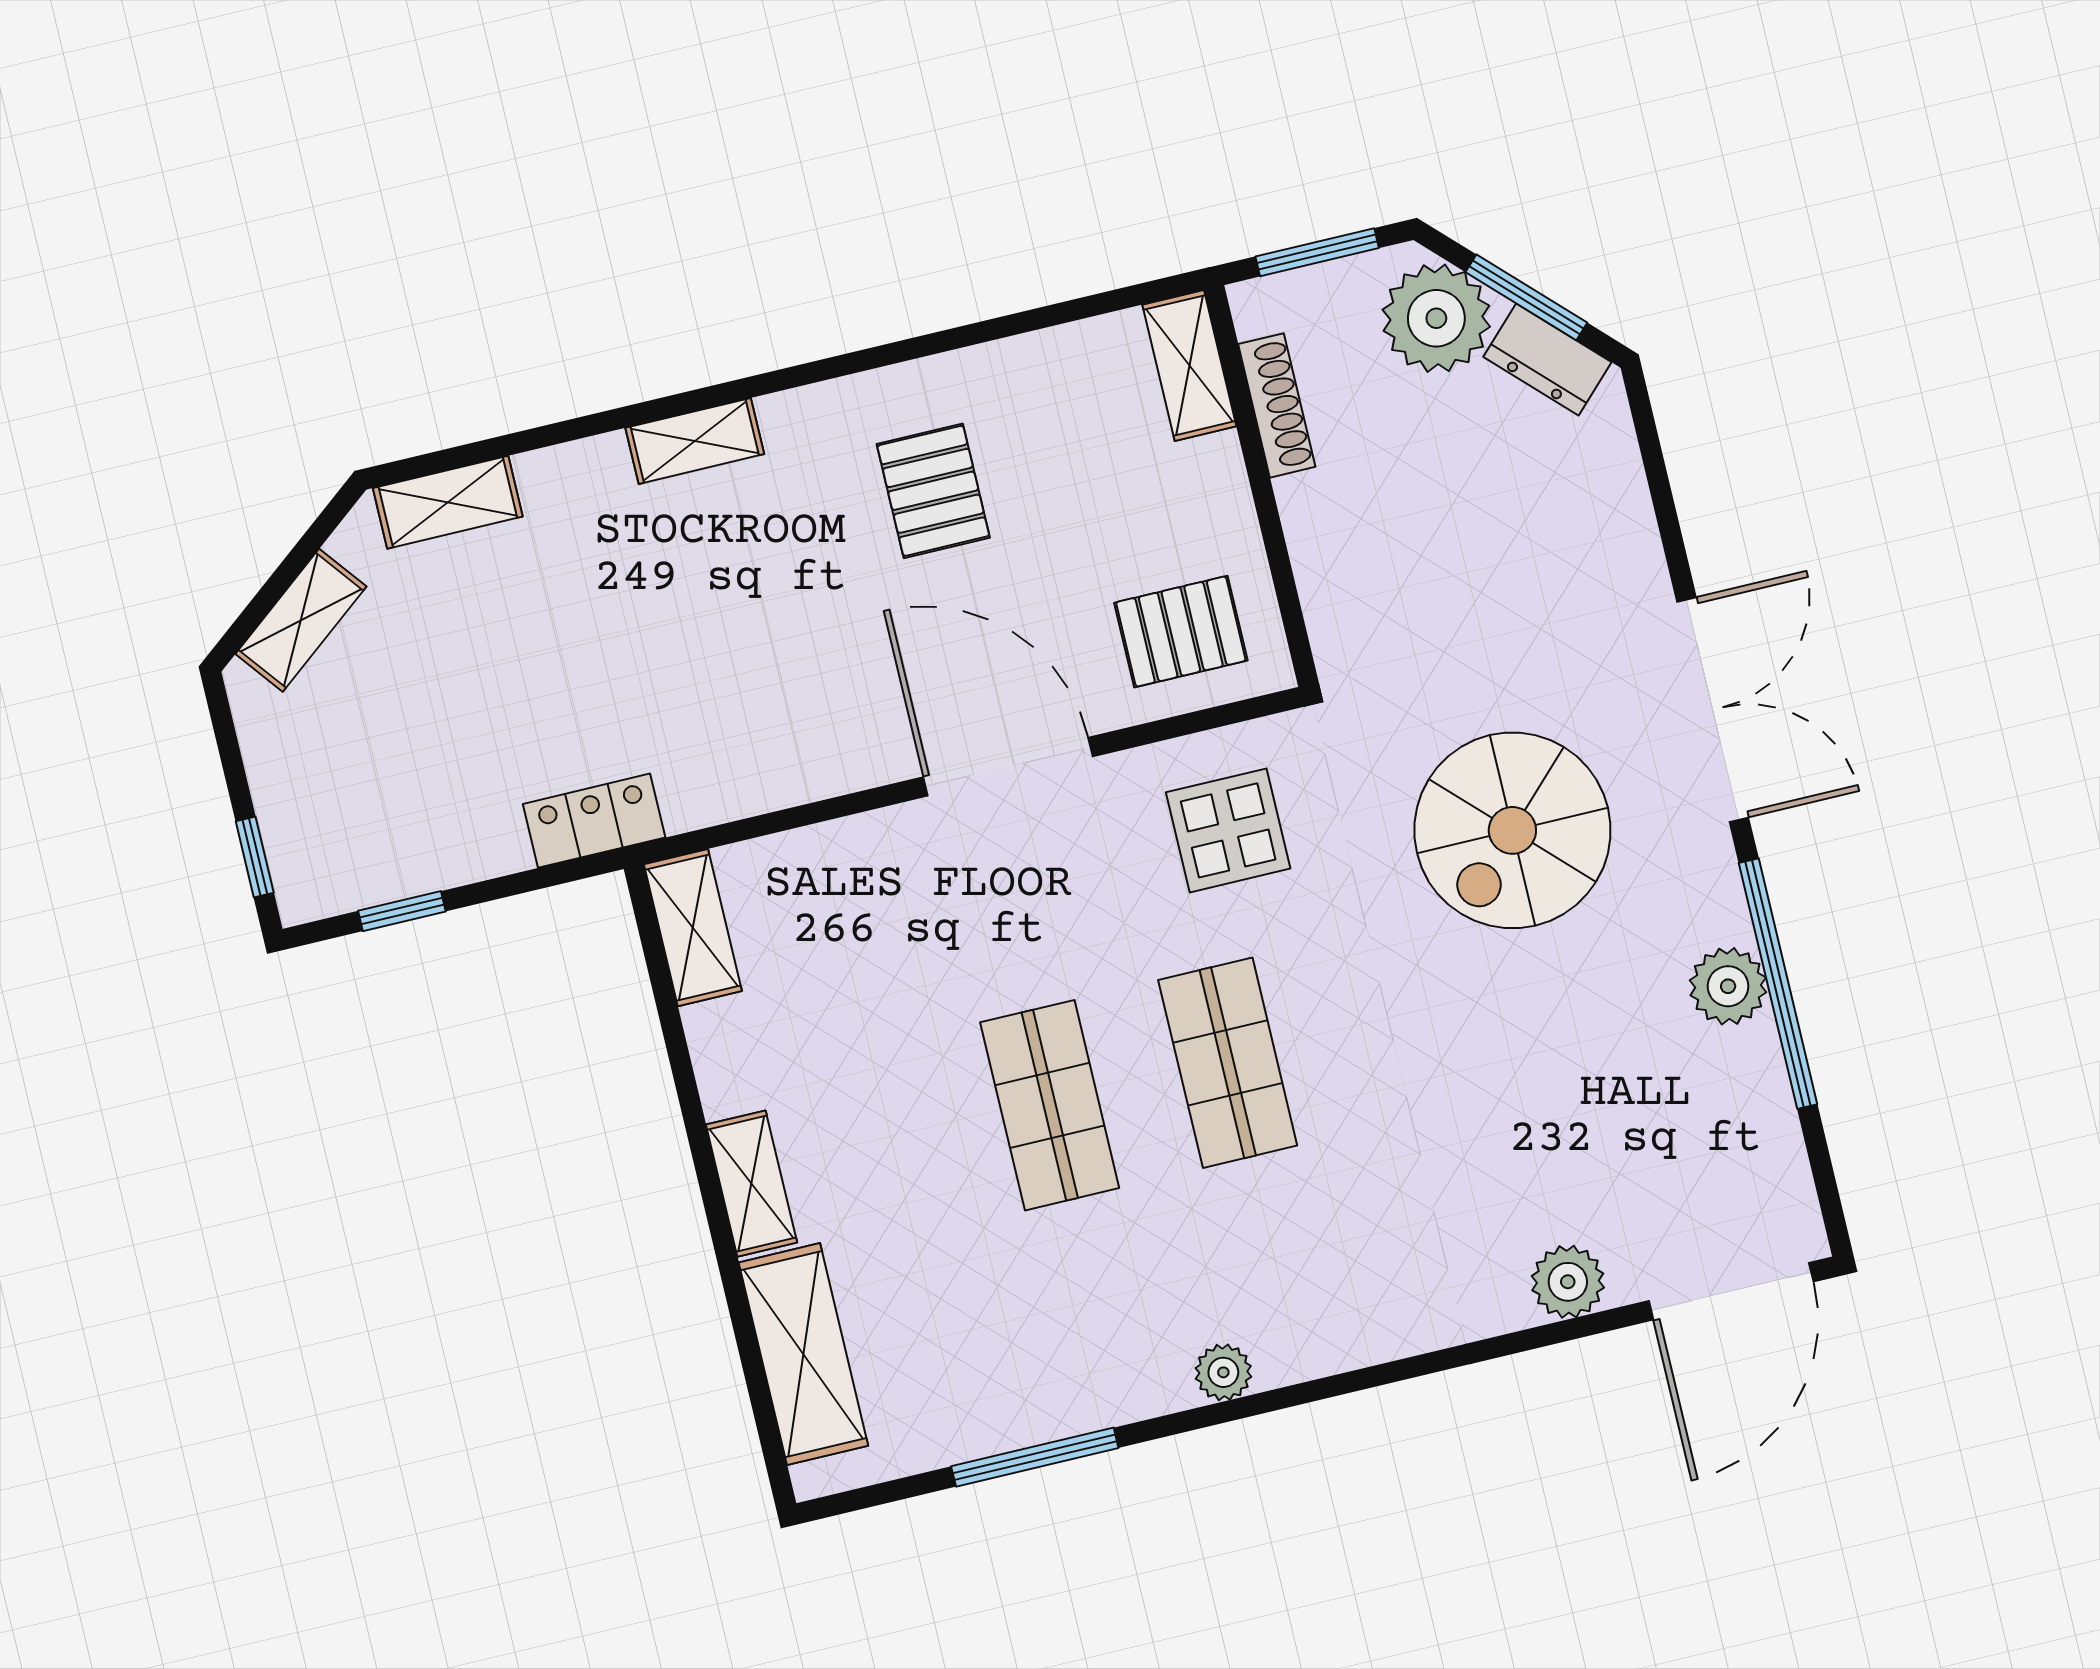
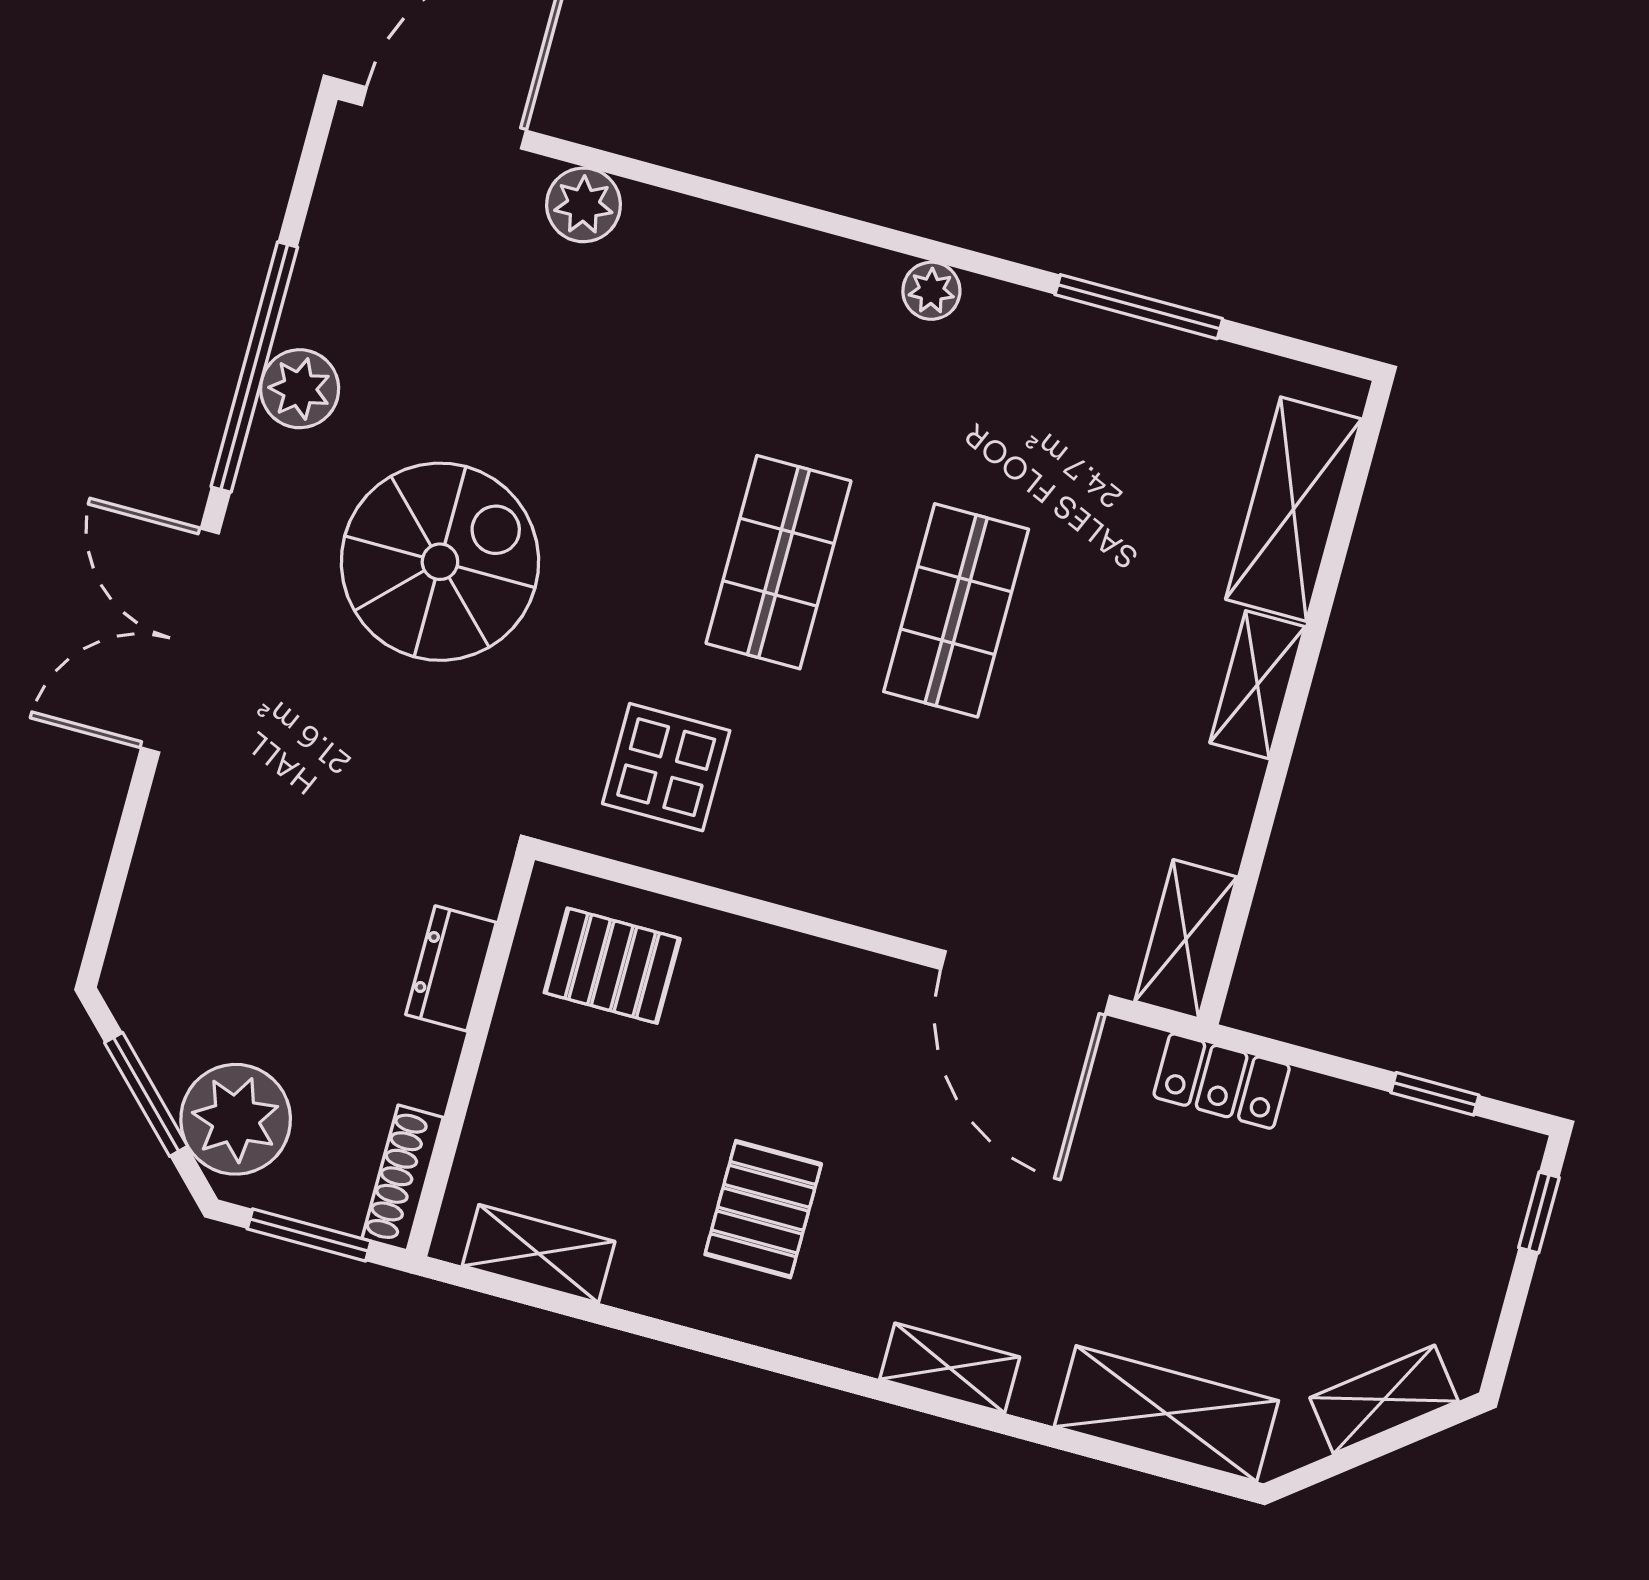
dresser: (1547, 359) -> (451, 968), moved, turned -135
shelving: (1189, 365) -> (539, 1254), moved, turned 90
shoe rack: (1277, 405) -> (403, 1178), moved
shelving: (448, 502) -> (1166, 1414), width x1.50, depth x1.33
door: (1008, 767) -> (1025, 983), moved
spiral stairs: (1512, 830) -> (440, 562), moved

